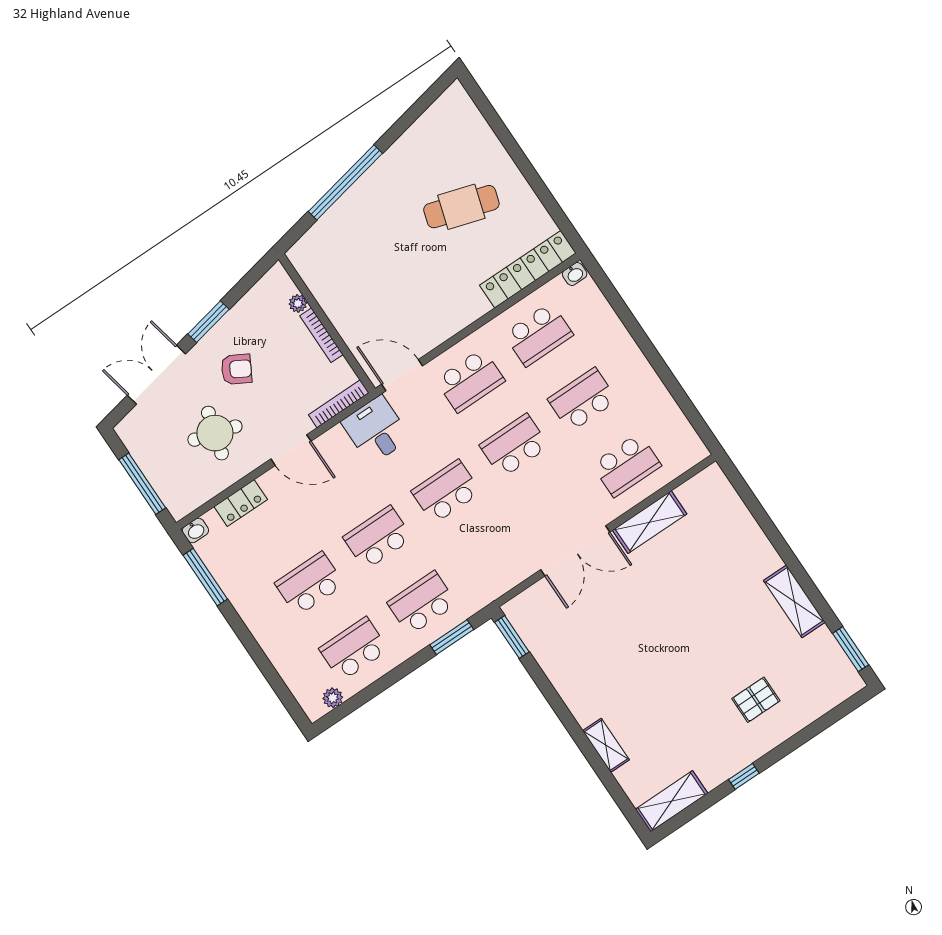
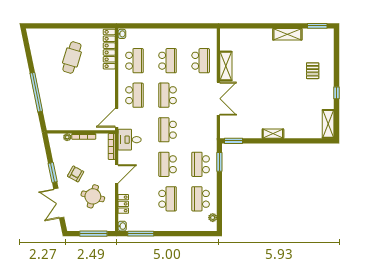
school desk: (582, 400) -> (168, 61), turned 180
school desk: (310, 584) -> (168, 199), turned 180
shelving: (606, 745) -> (273, 134), moved

